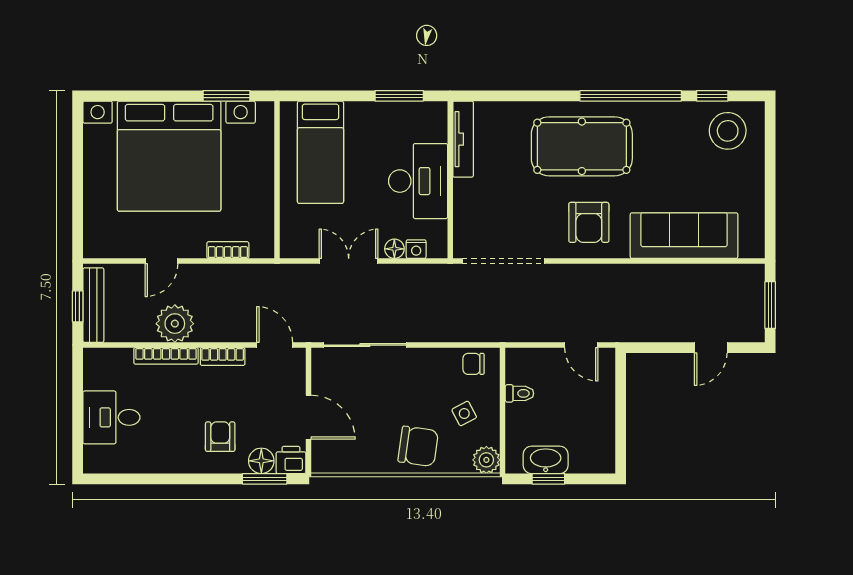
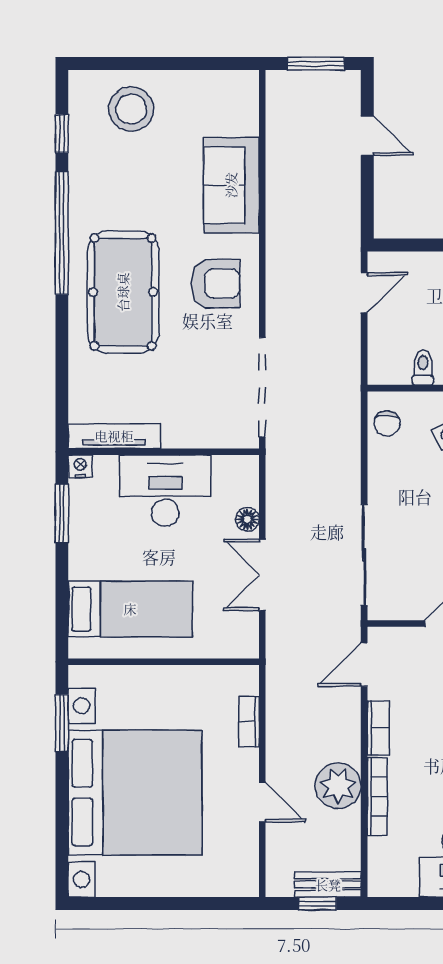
stool: (728, 131) -> (131, 109), moved
sofa: (684, 236) -> (231, 185), width x0.73
nightstand: (416, 249) -> (80, 466), moved, turned -90
bench: (93, 305) -> (328, 885), width x0.73

